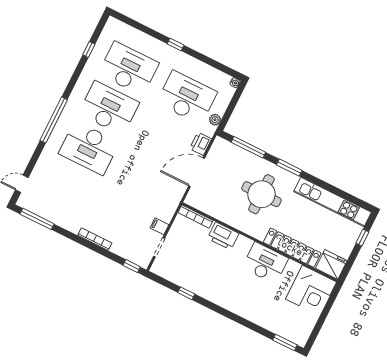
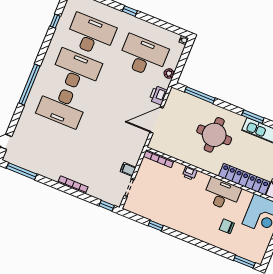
window: (289, 168) -> (253, 117), moved
printer: (223, 236) -> (190, 173), width x0.53, depth x0.68
chair: (268, 300) -> (227, 226), added

